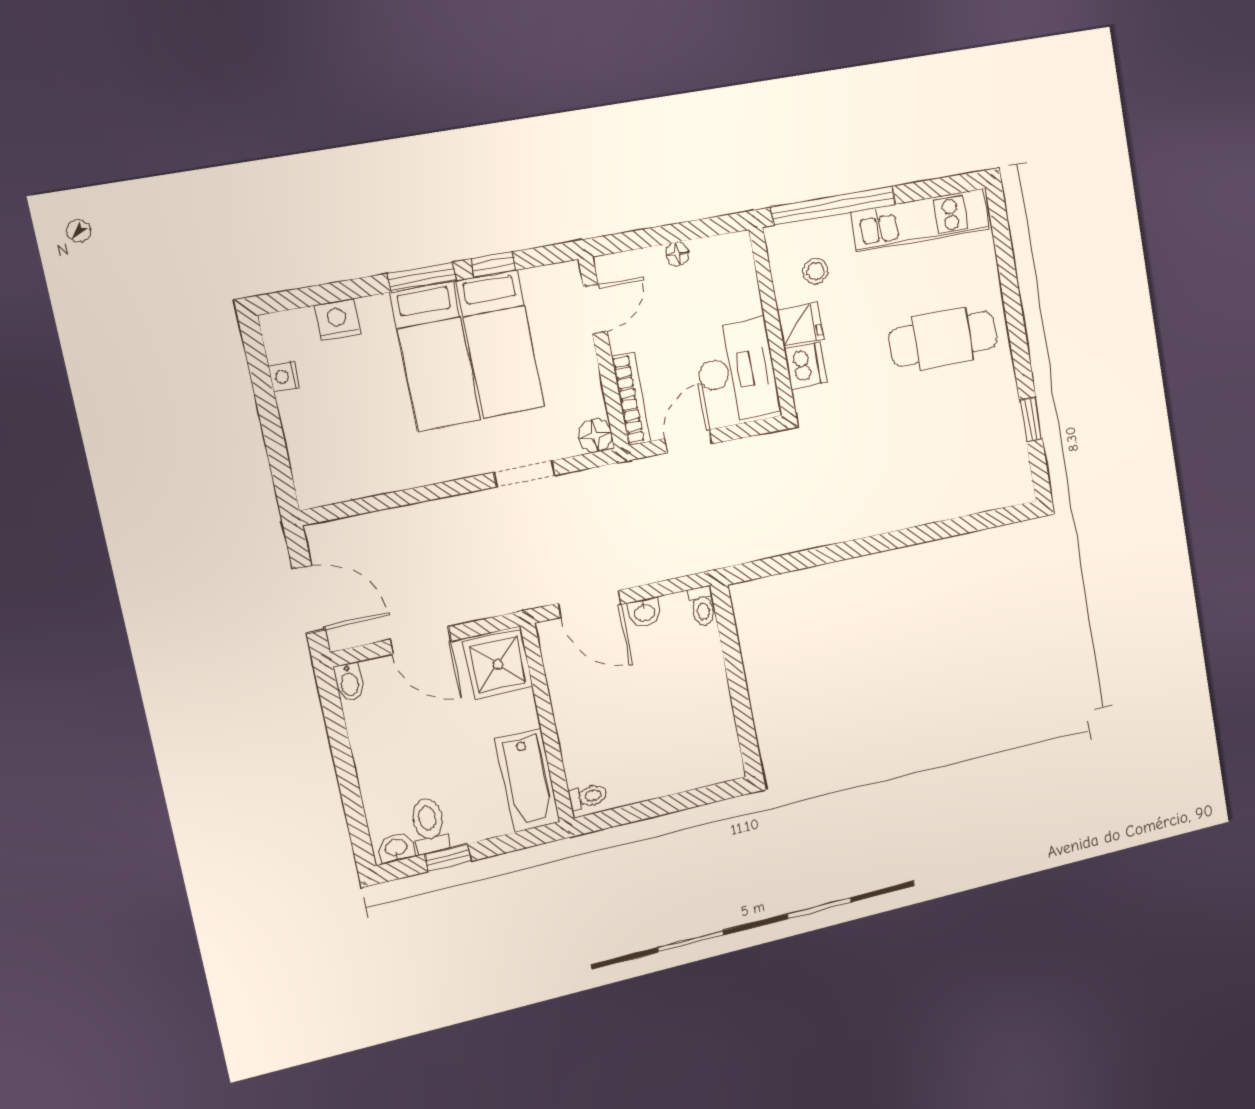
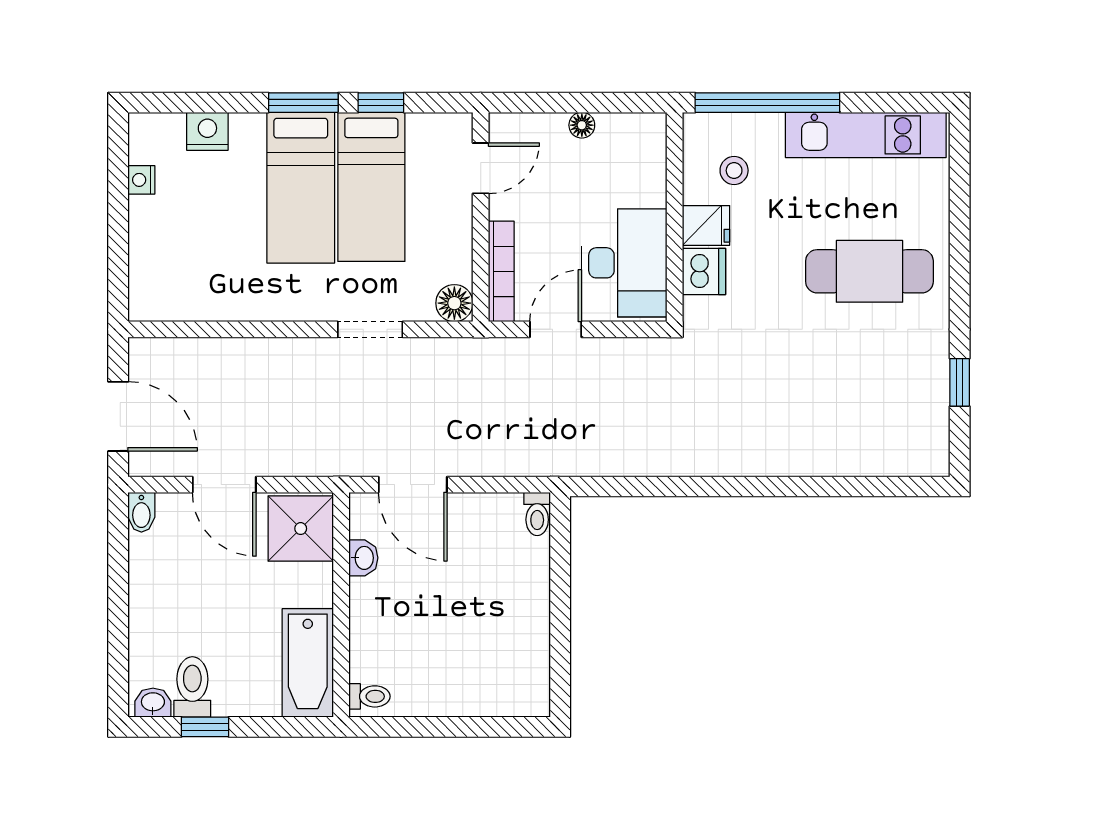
washbasin: (645, 612) -> (363, 558), moved, turned -90

